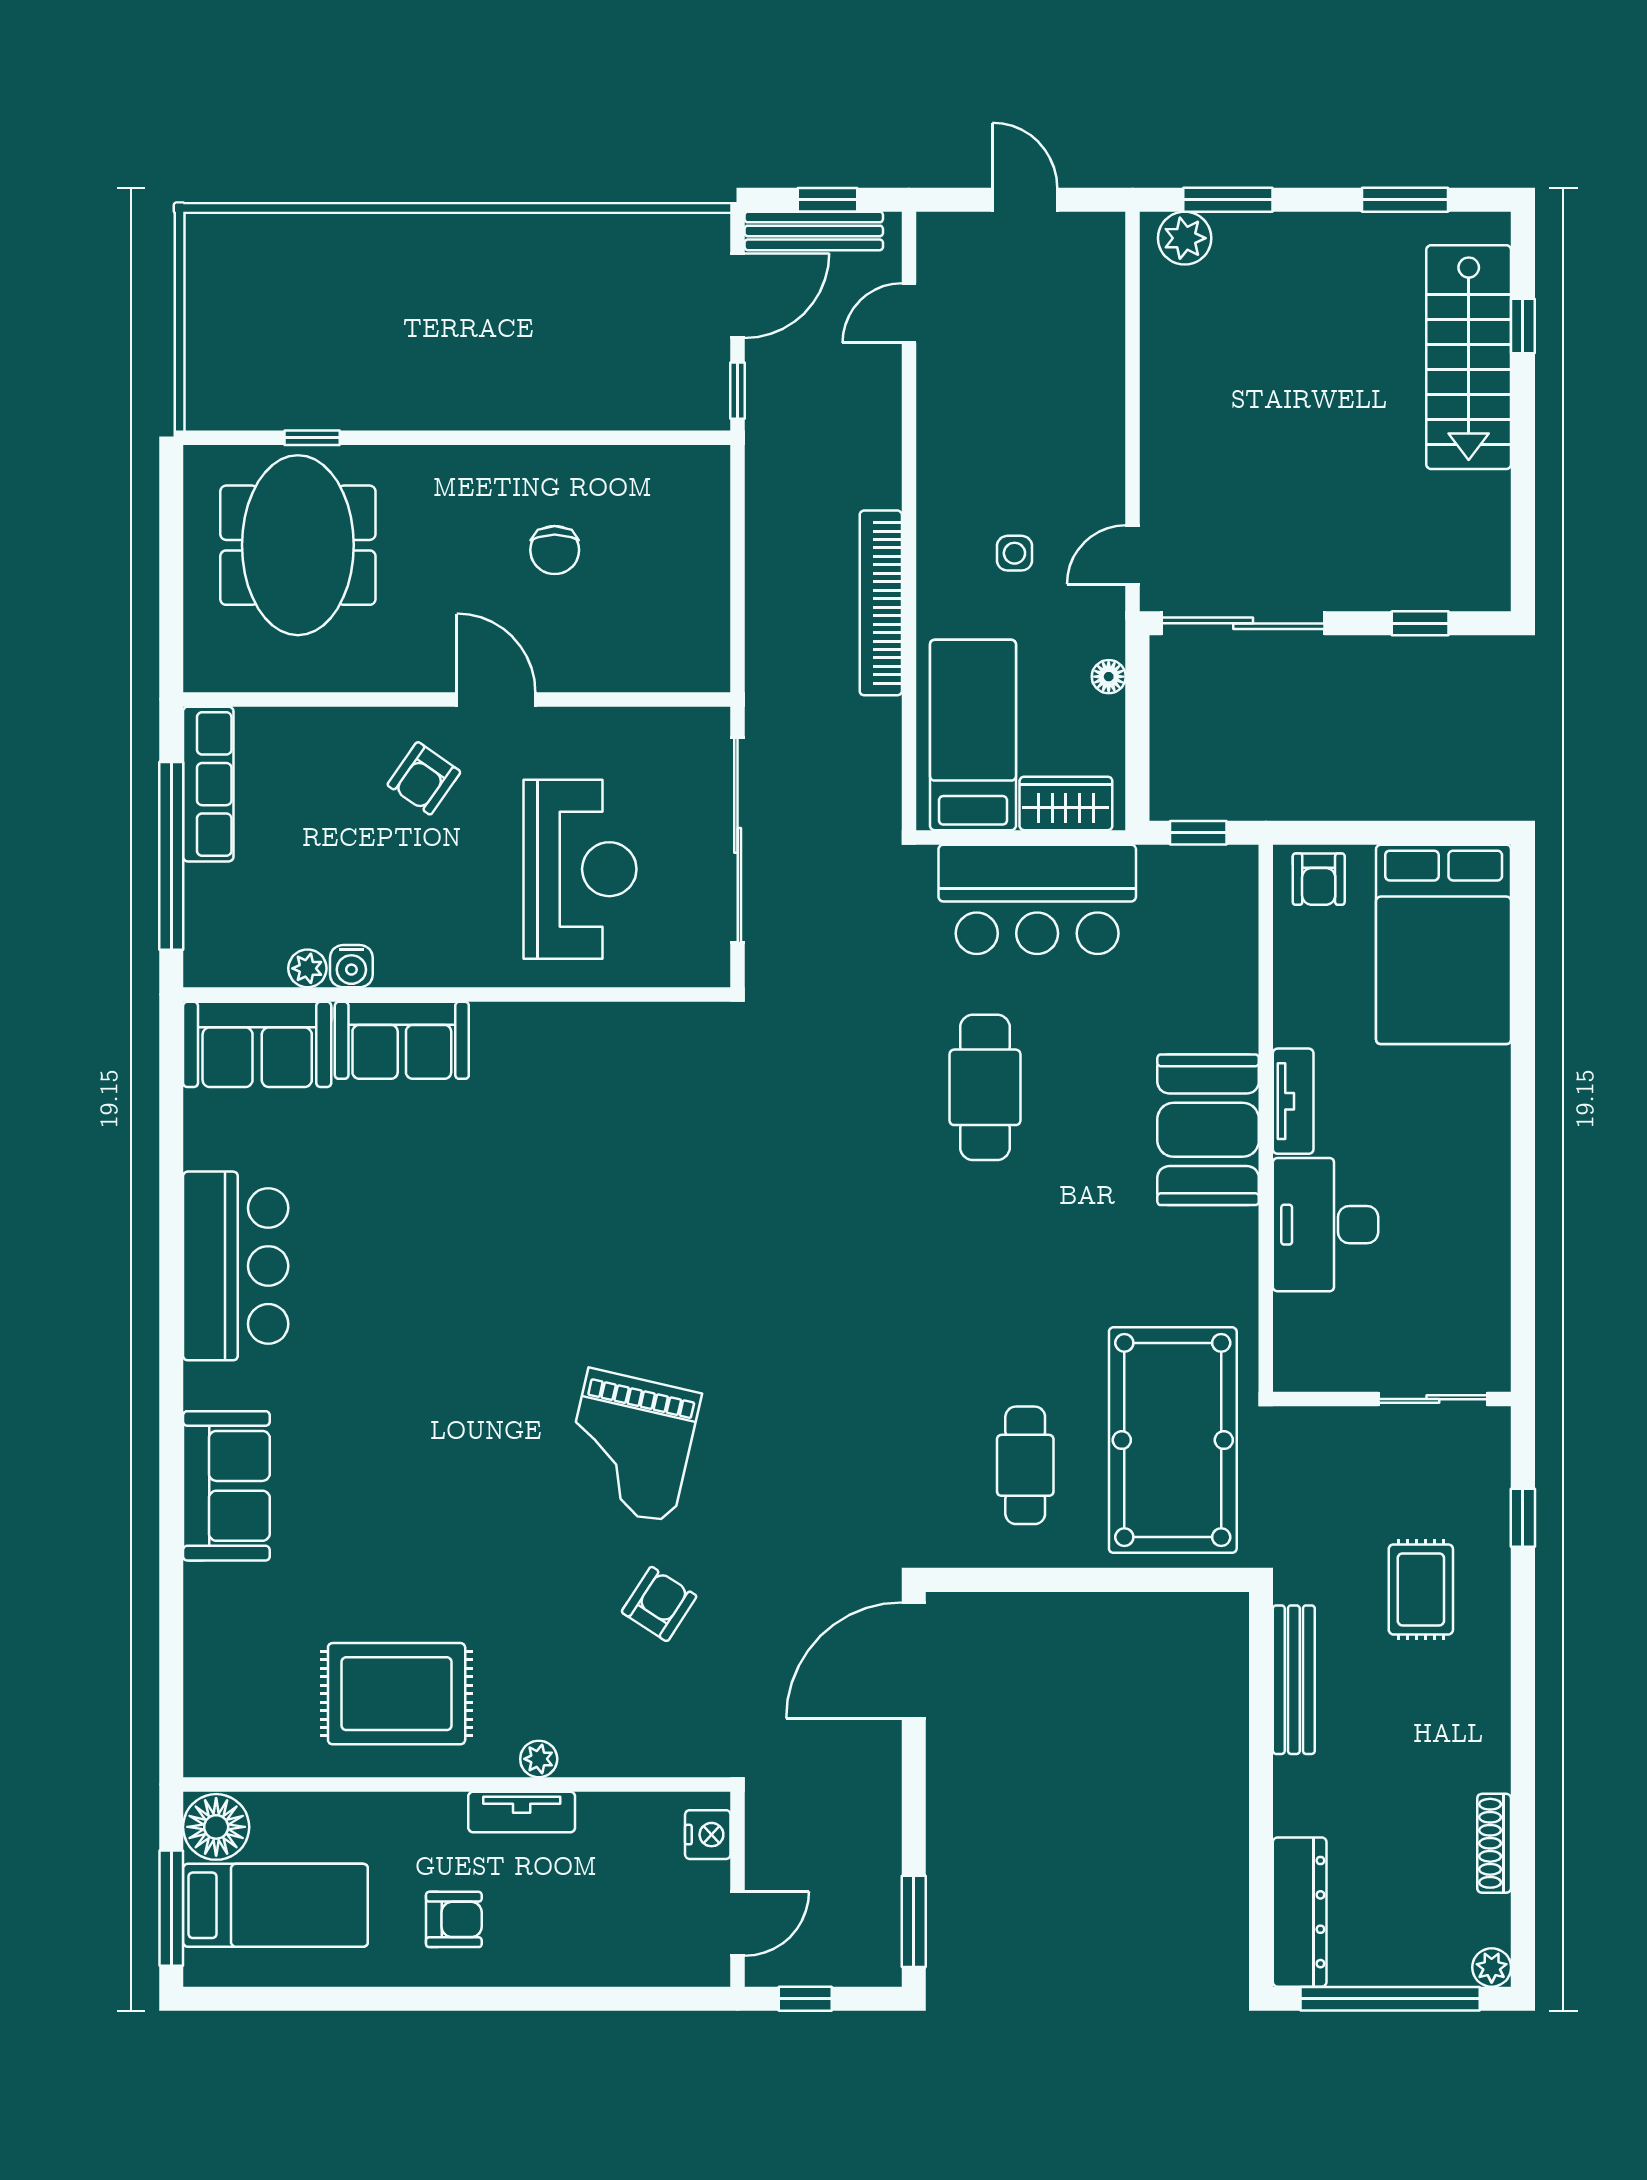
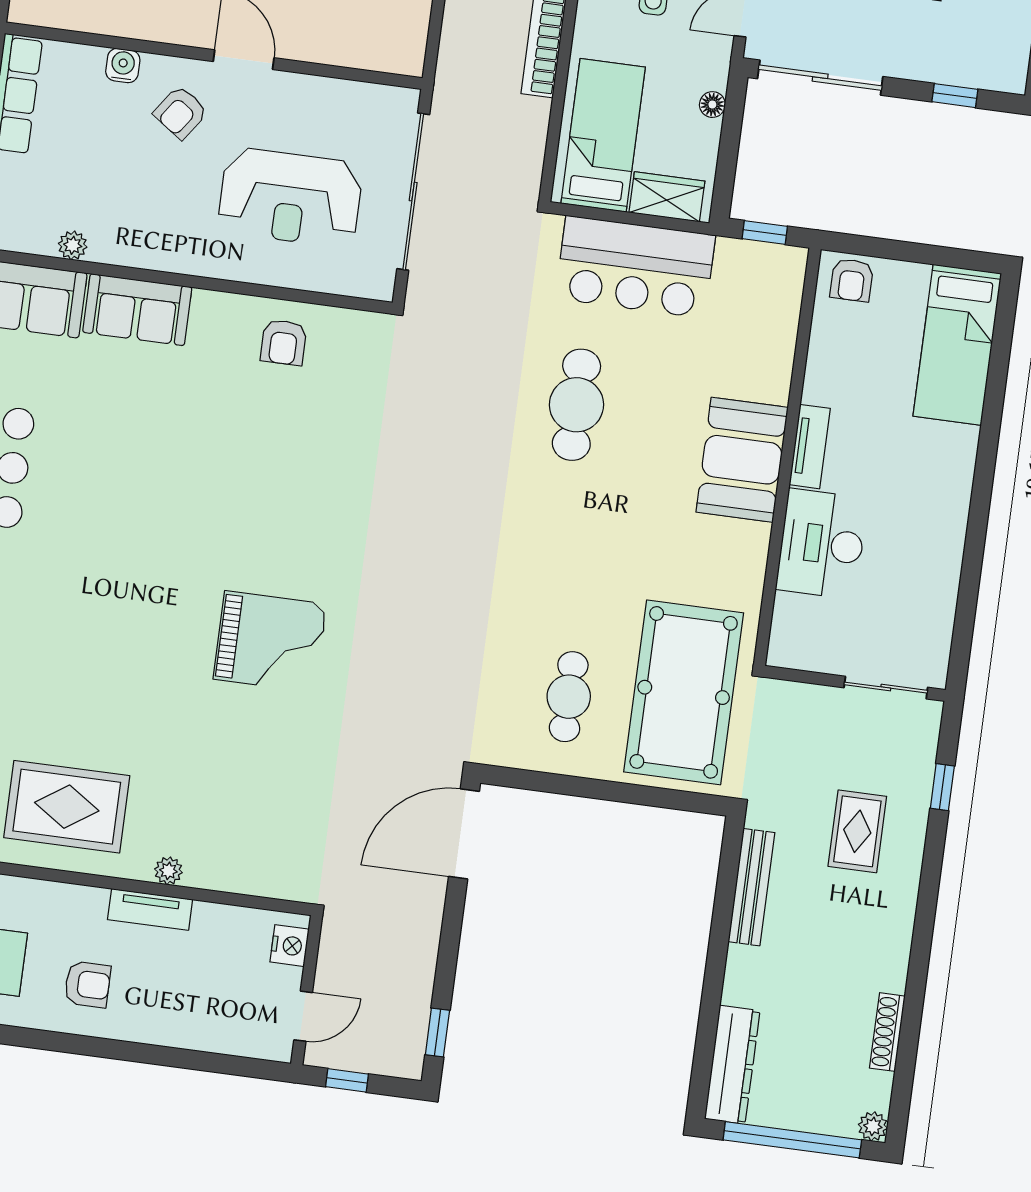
reception desk: (580, 869) -> (290, 197), turned 90
bed: (1444, 944) -> (957, 345), width x0.67
water cooler: (351, 966) -> (123, 66), moved, turned 180
grand piano: (630, 1446) -> (270, 642), turned -103
armchair: (659, 1604) -> (284, 342), moved, turned 147
window: (914, 1921) -> (437, 1033), width x0.67

